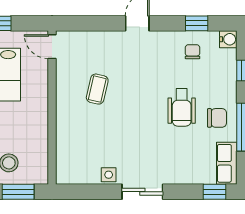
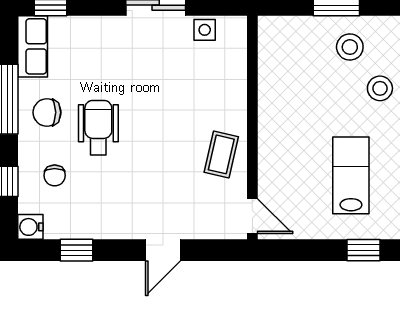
door: (52, 47) -> (252, 216), moved
chair: (192, 52) -> (55, 175), moved
wall: (52, 108) -> (252, 128), moved

